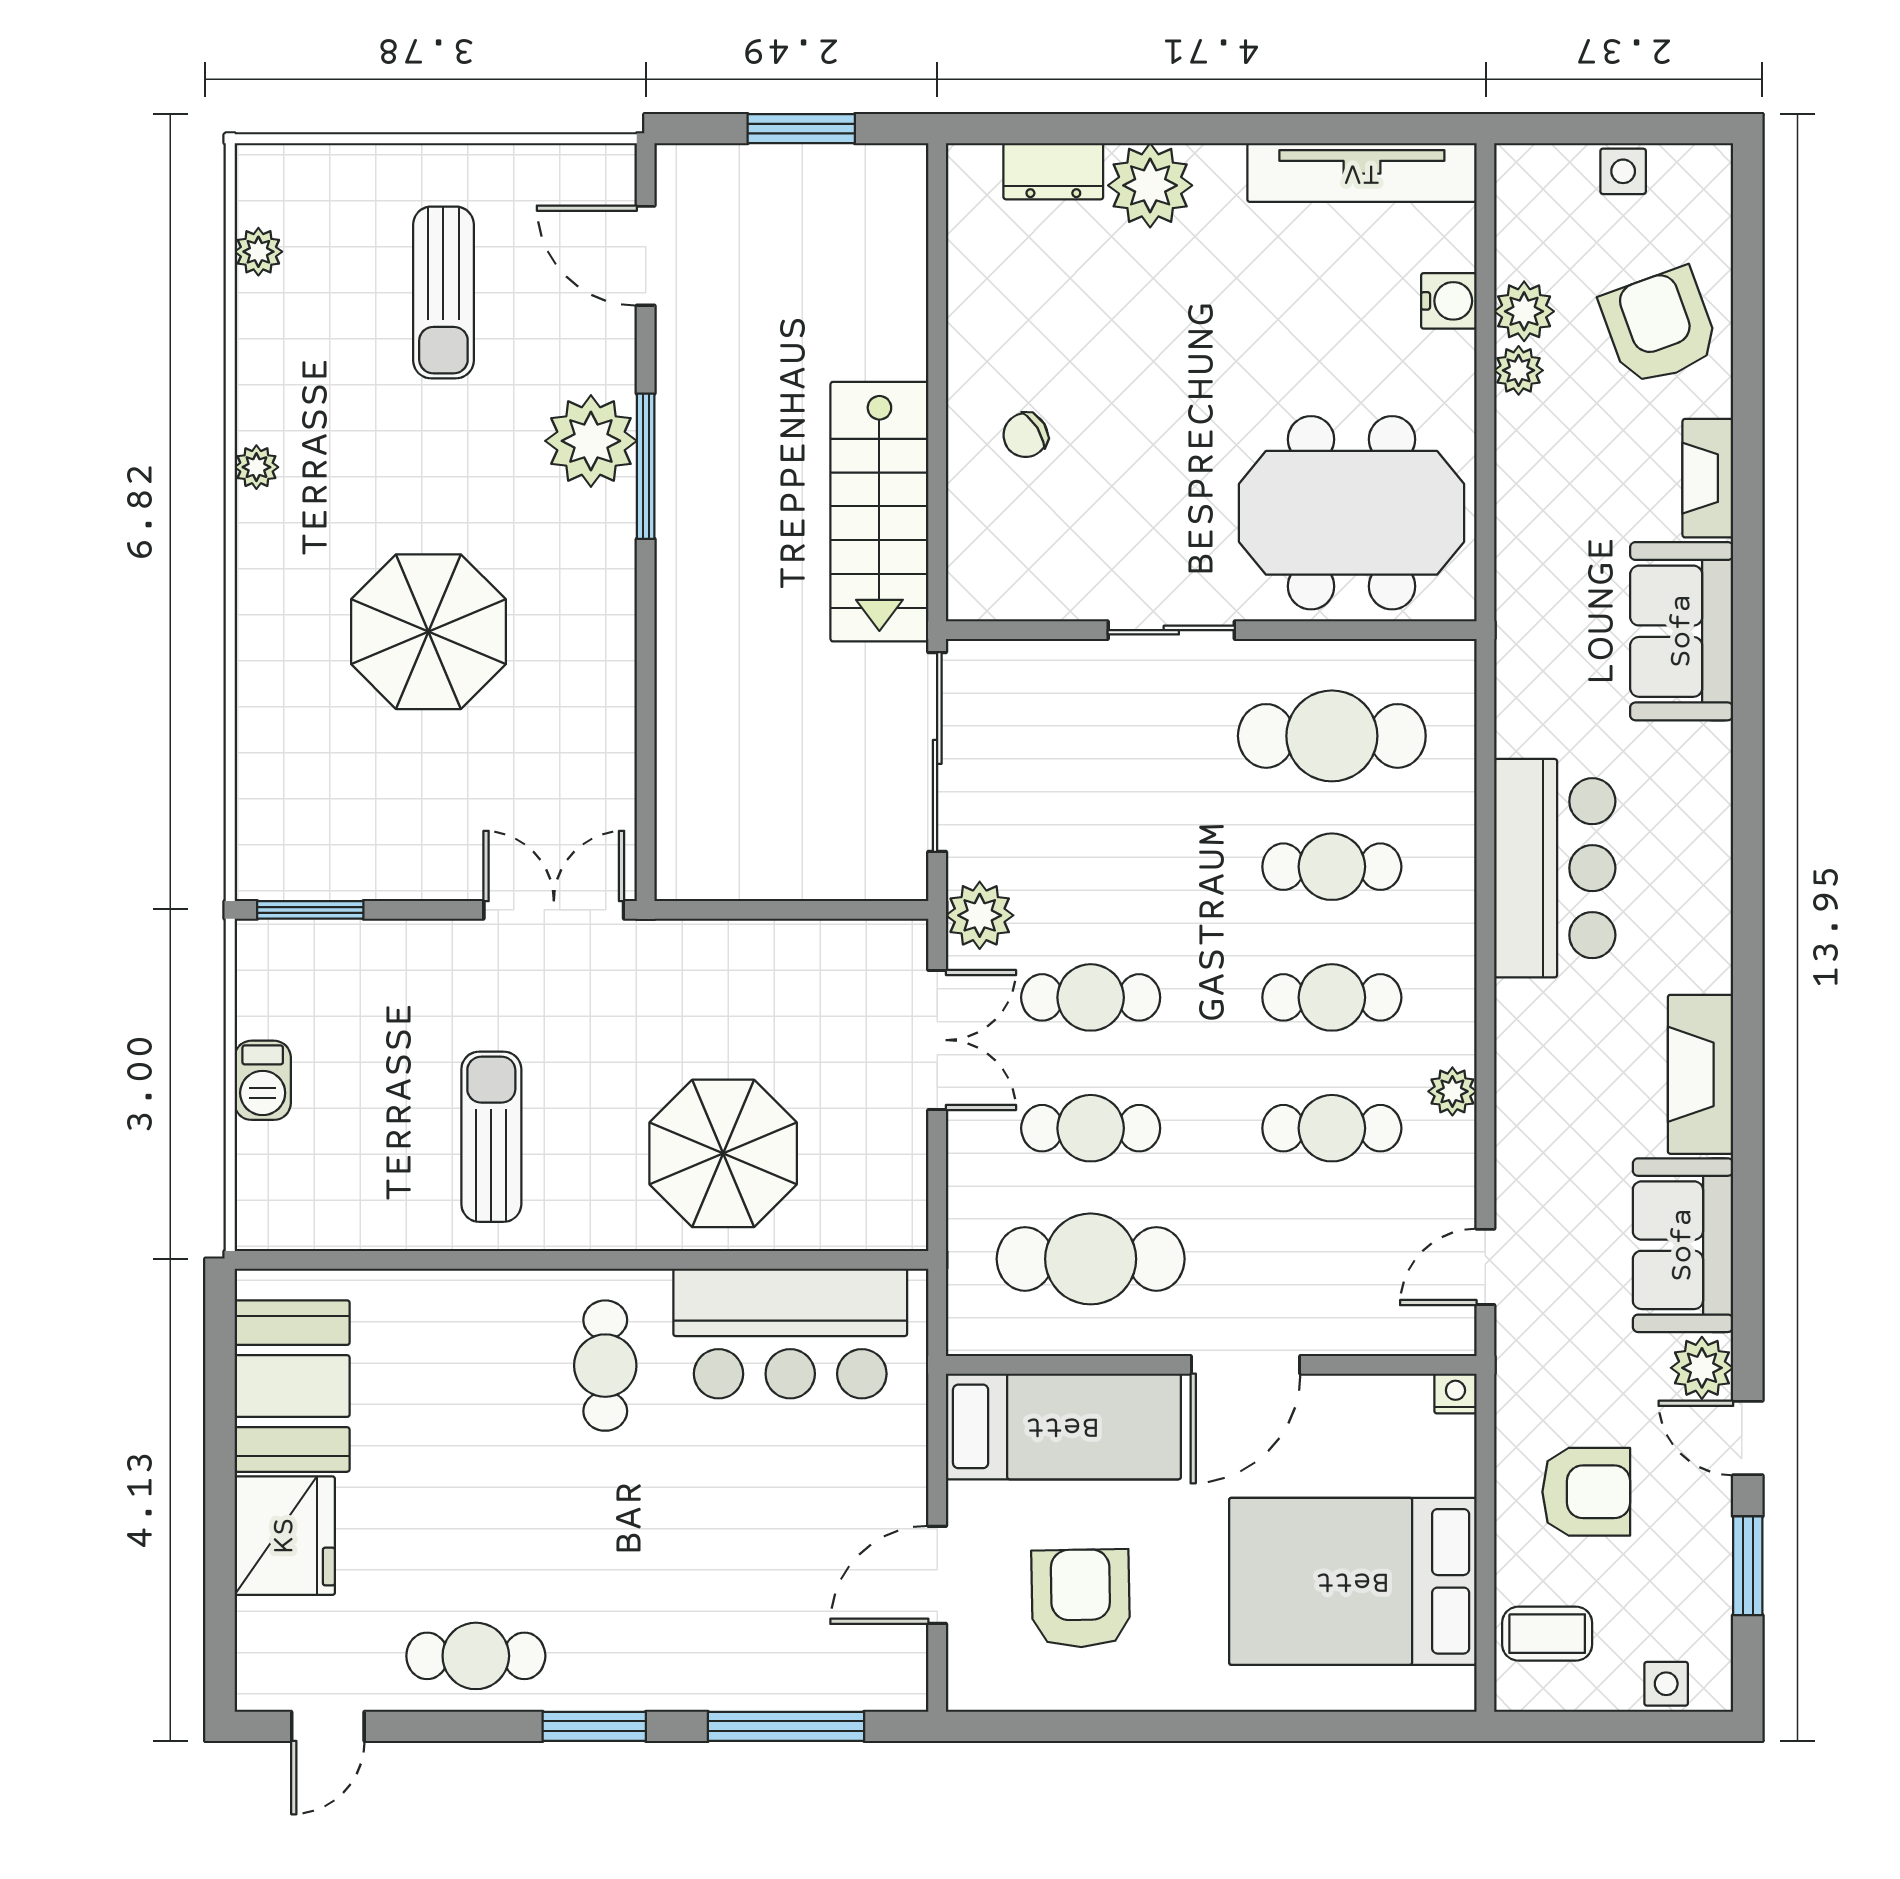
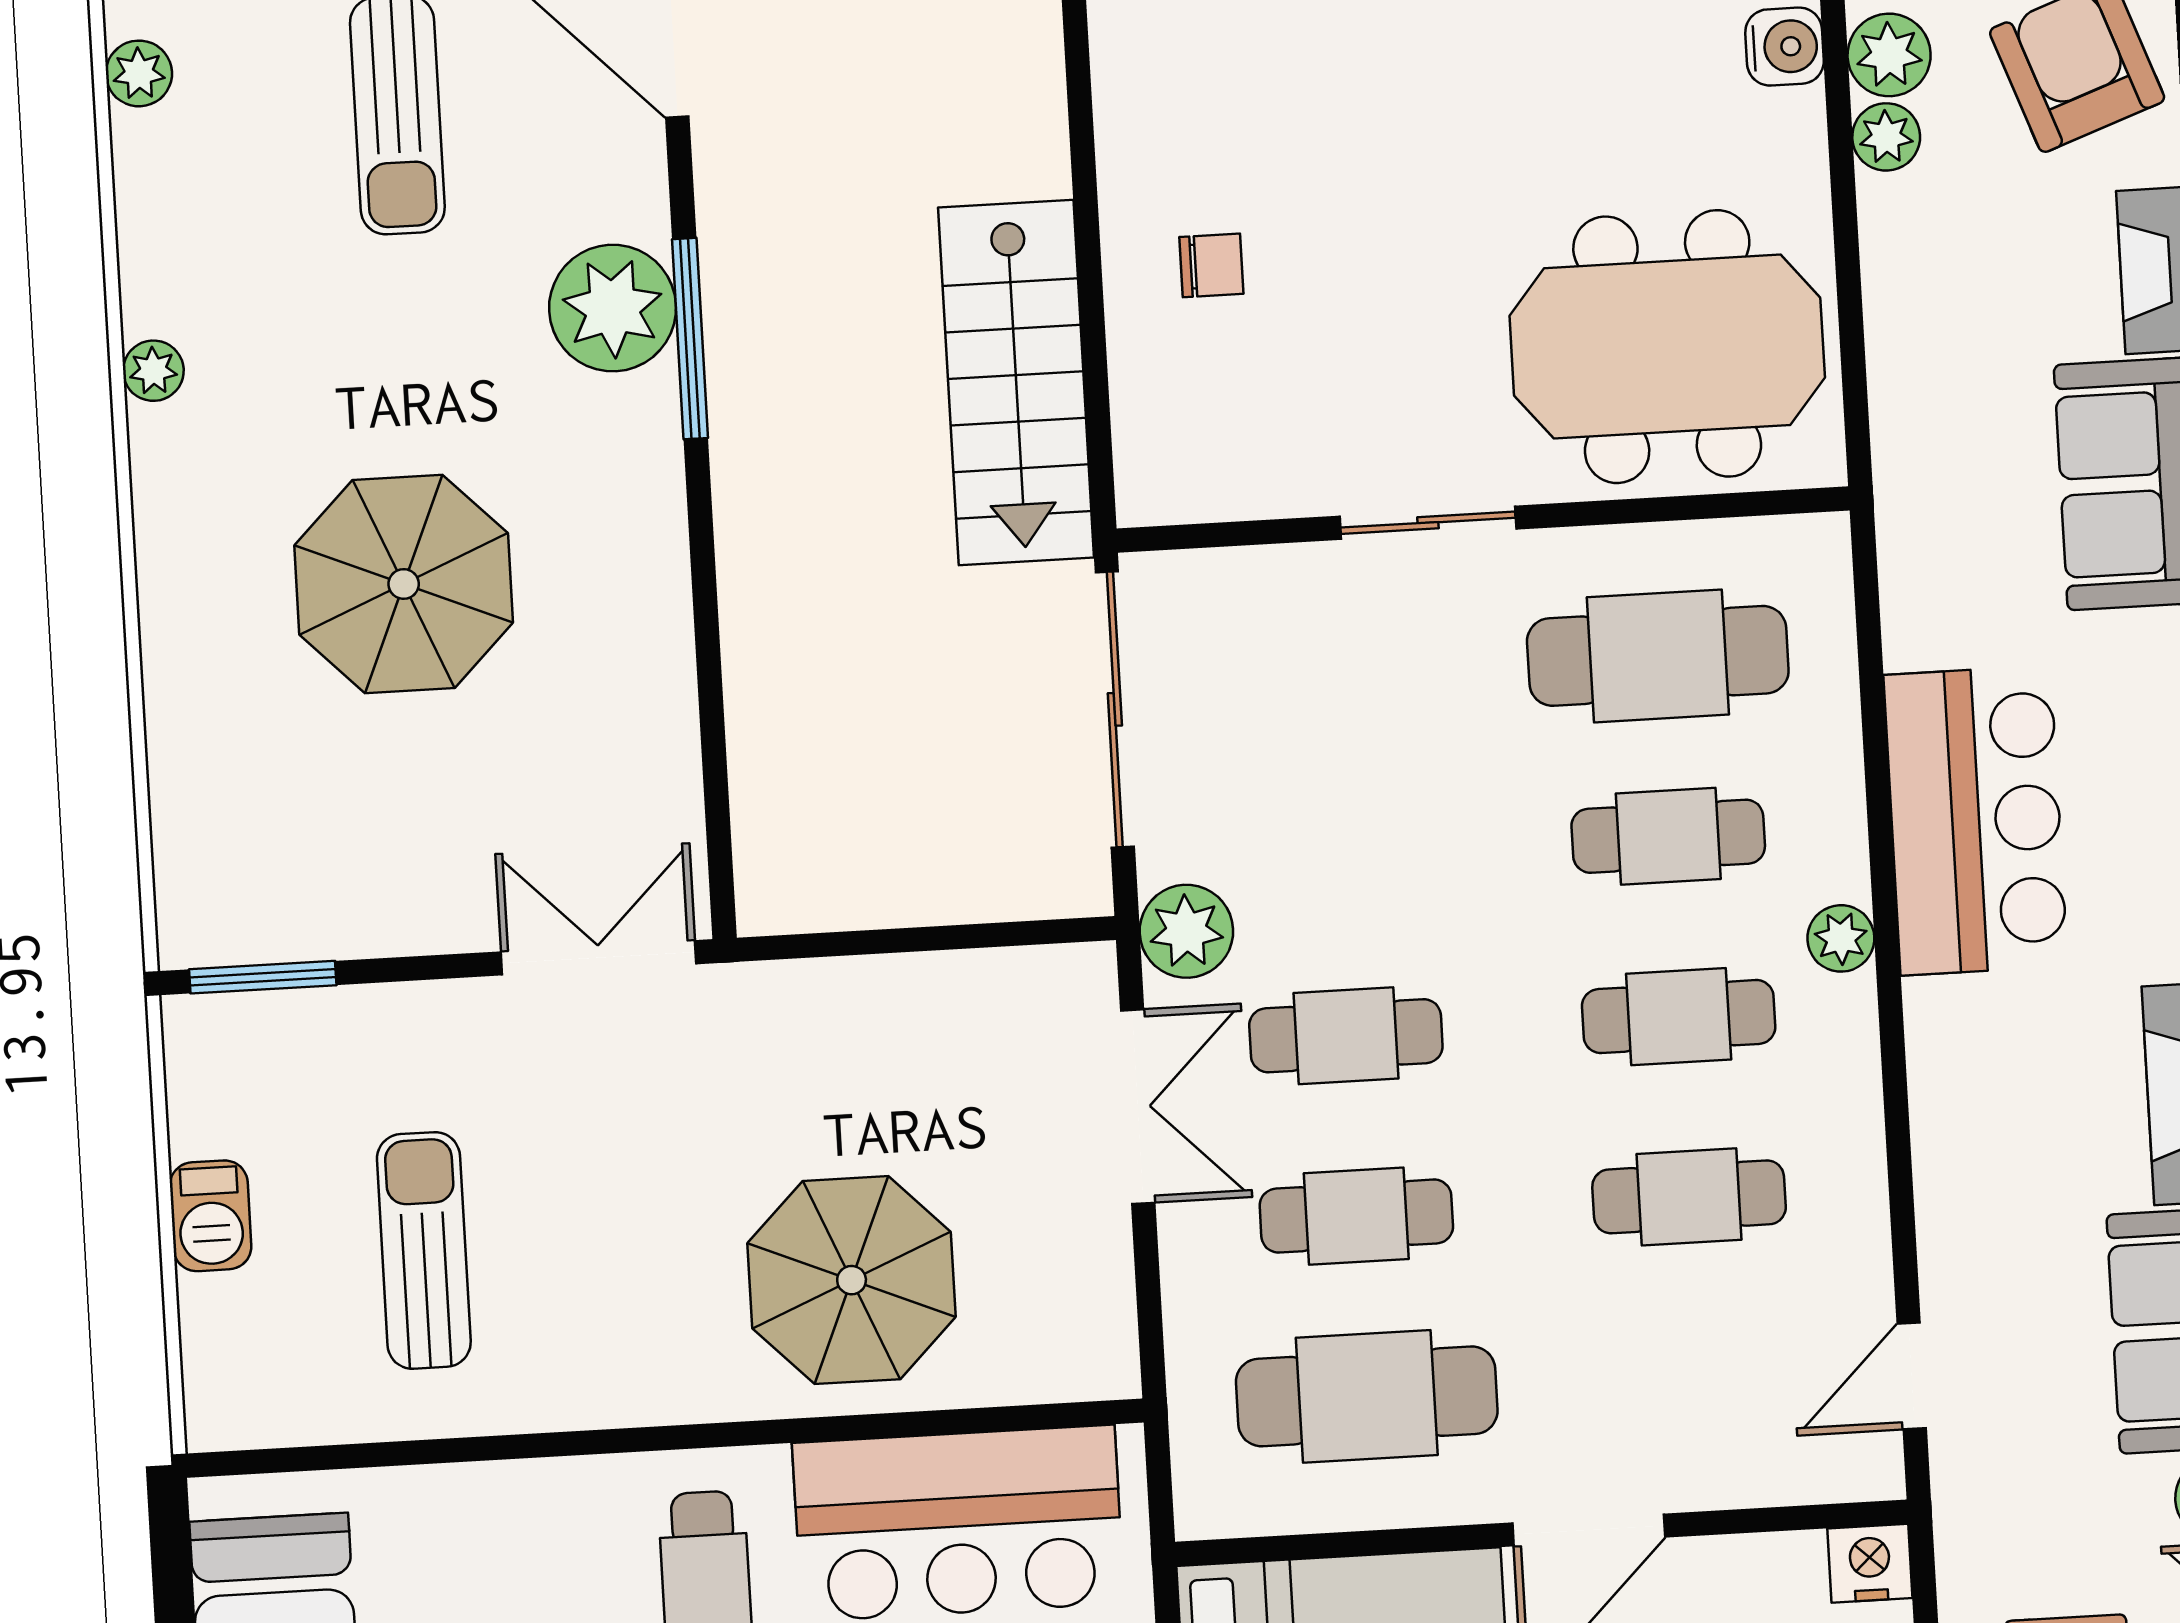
chair: (1026, 435) -> (1211, 265), turned -148
plant: (1452, 1091) -> (1841, 938), moved
sun lounger: (491, 1137) -> (424, 1250), moved
nightstand: (1455, 1393) -> (1870, 1563), width x1.39, depth x1.35

